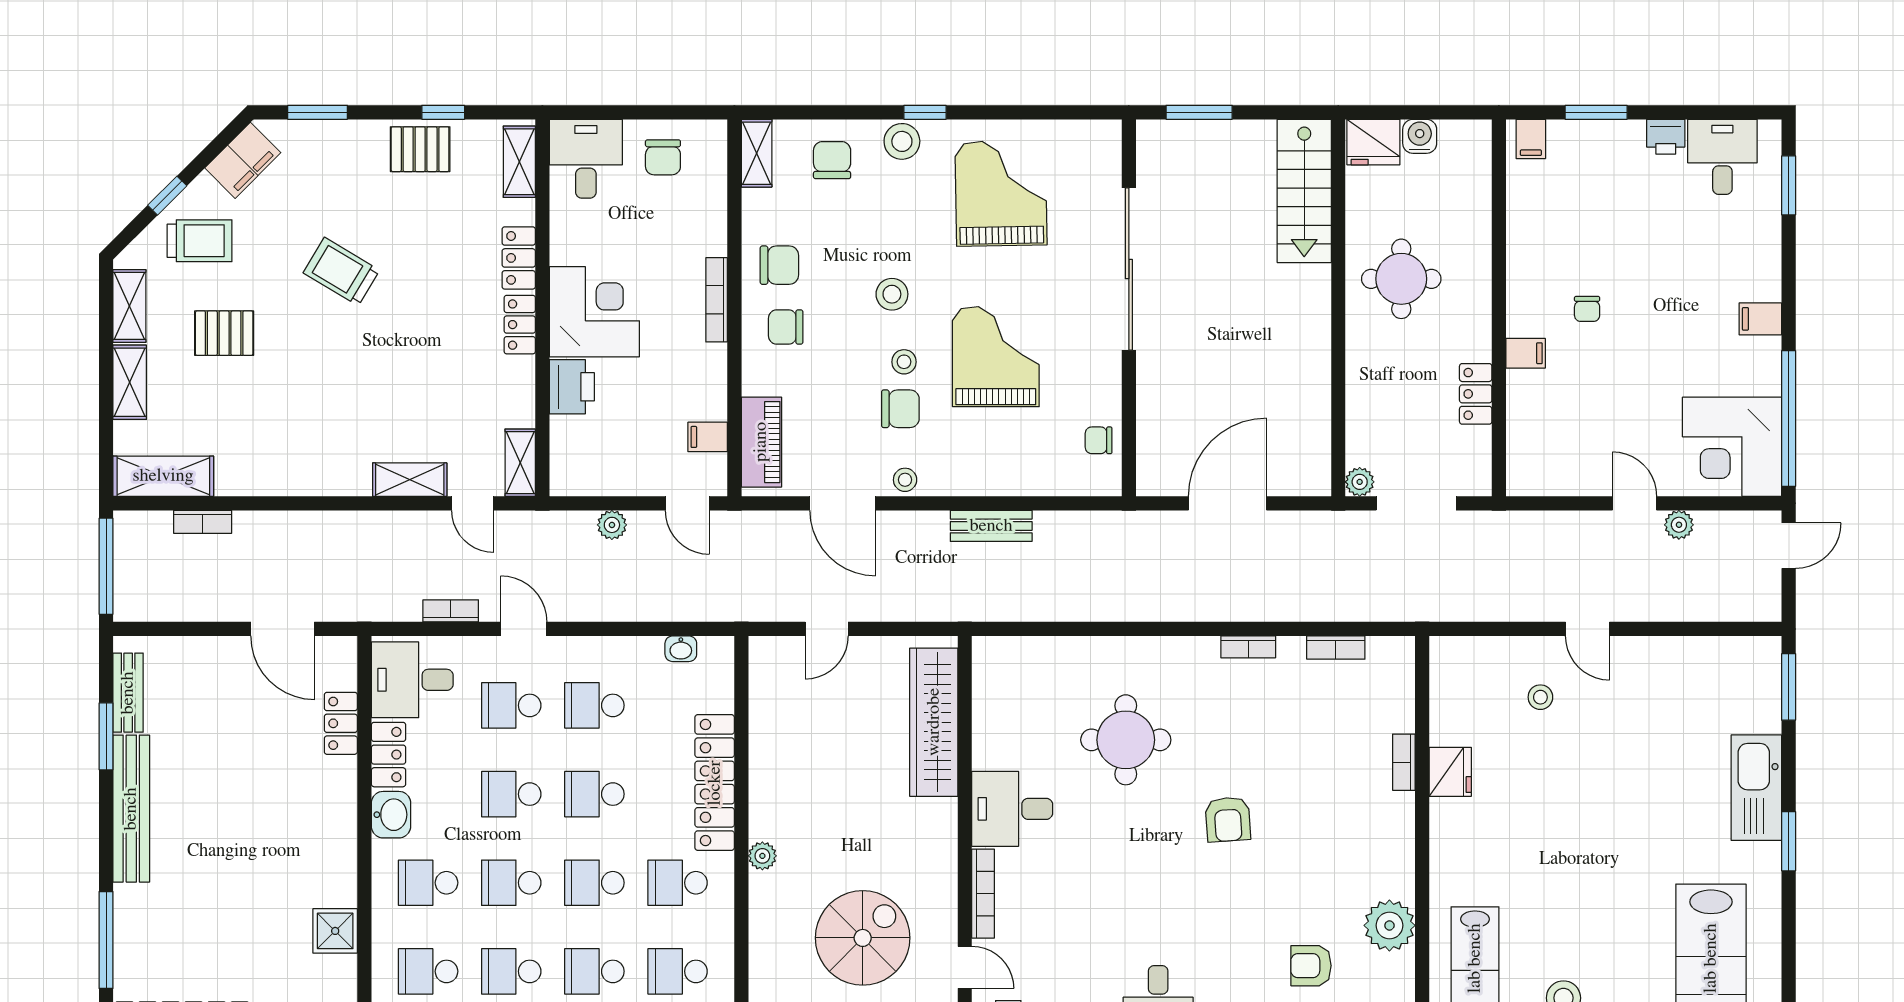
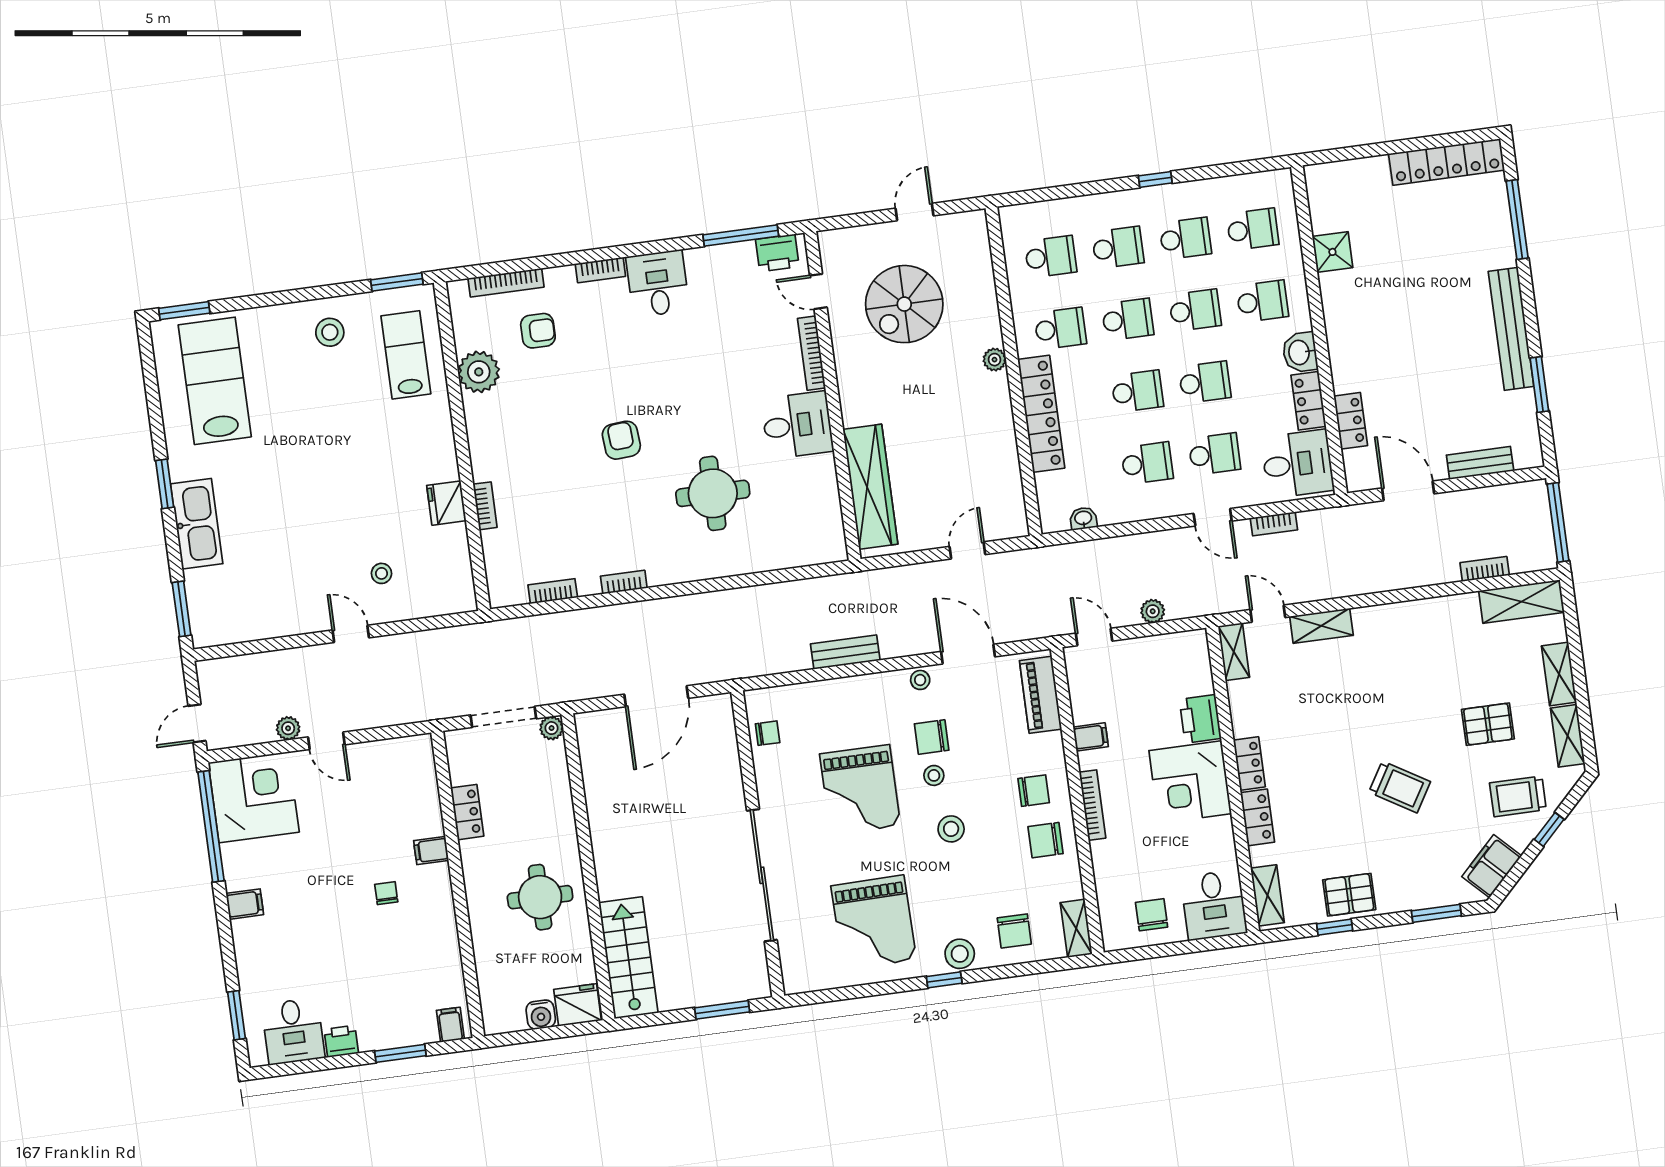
filing cabinet: (708, 437) -> (1091, 737), moved
bench: (128, 693) -> (1480, 463), moved, turned 90

